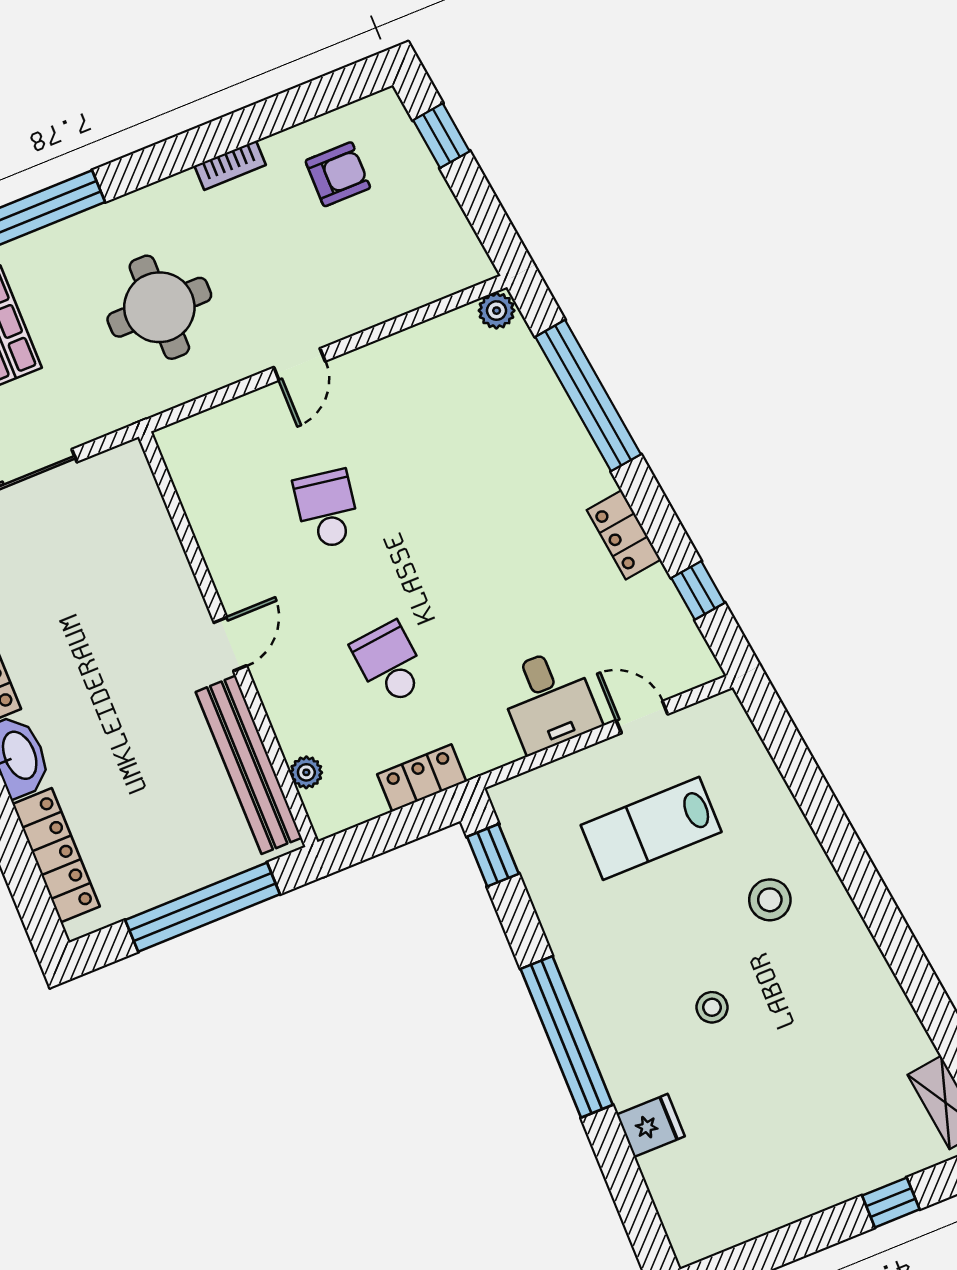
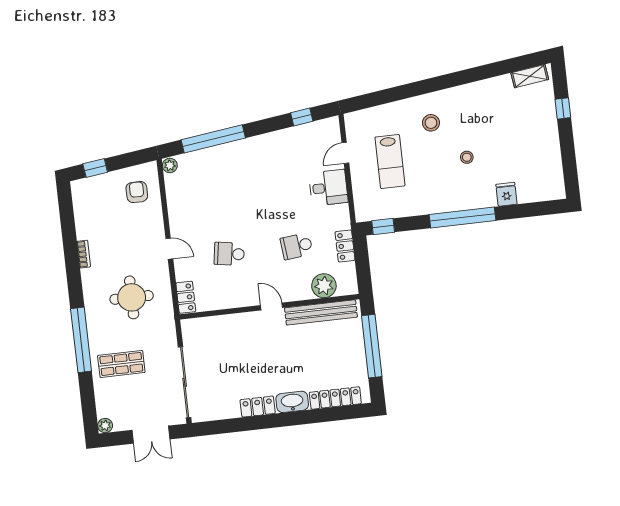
armchair: (338, 174) -> (137, 192), moved
locker: (624, 535) -> (186, 297), moved, turned -83
plant: (306, 772) -> (324, 286), width x1.87, depth x1.87

